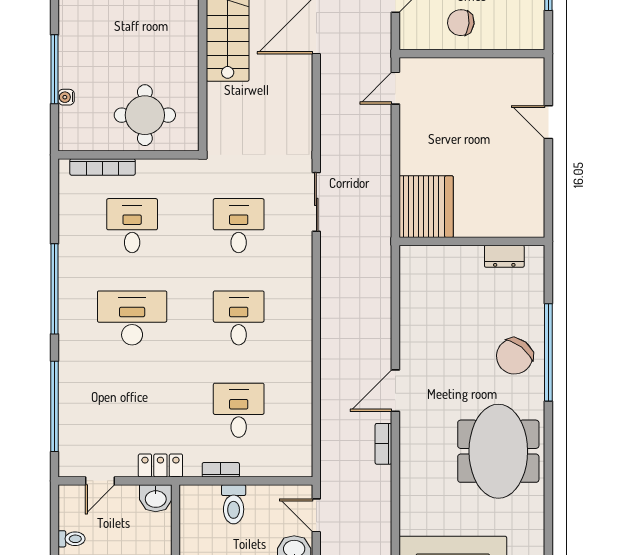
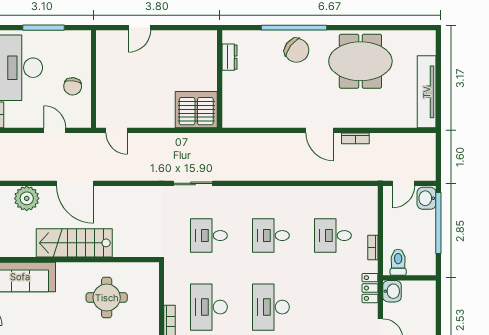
round table: (145, 115) -> (107, 298), moved
desk: (132, 226) -> (209, 307), width x1.37
toilet: (234, 504) -> (398, 262), moved, turned -90

